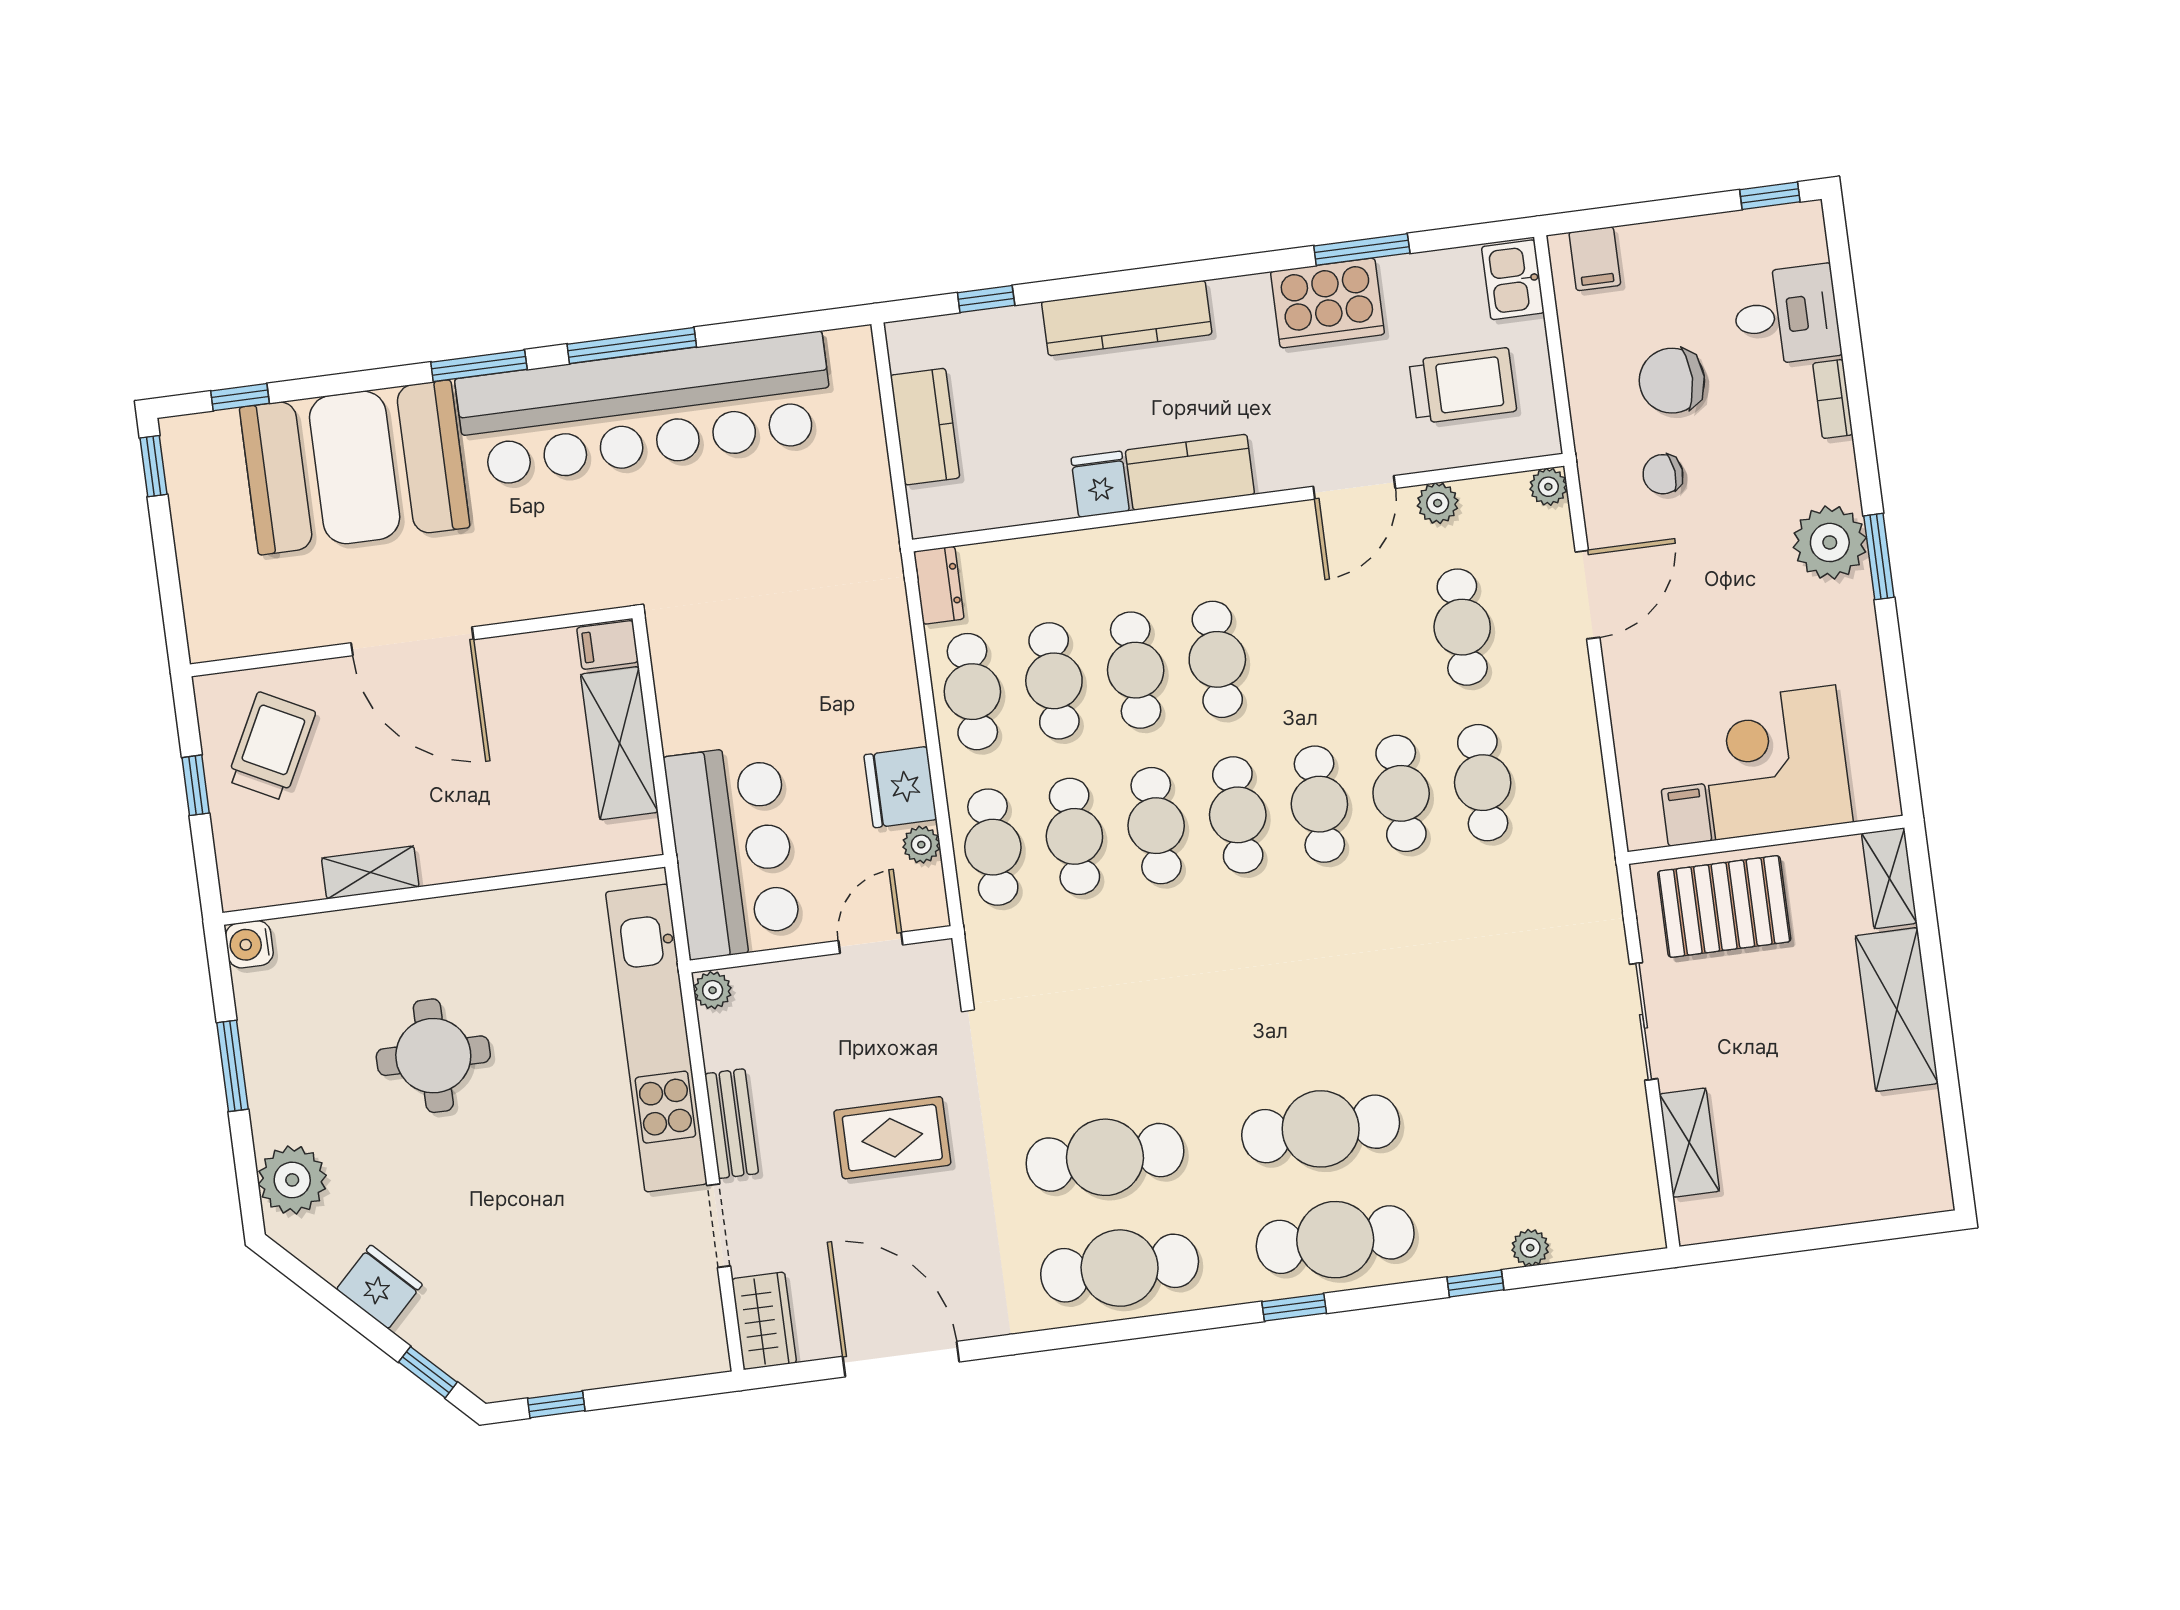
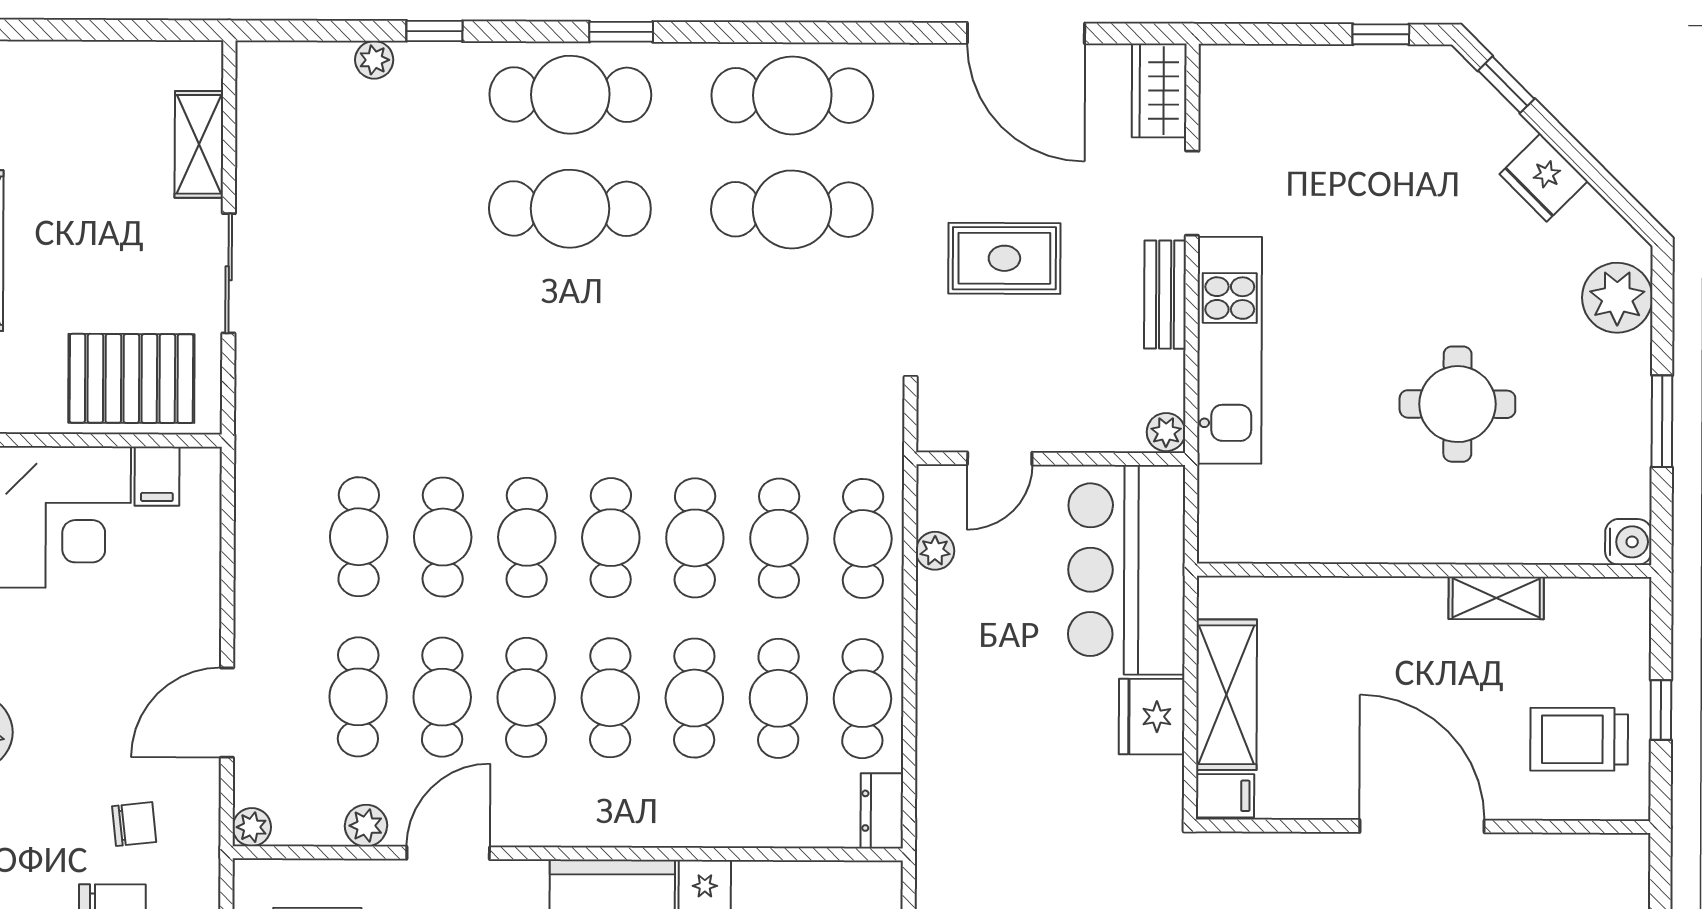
cafe table: (1381, 638) -> (442, 697), added
cafe table: (1299, 649) -> (526, 697), added
trolley: (271, 746) -> (1579, 739), turned 63
fridge: (900, 787) -> (1152, 717), moved, turned 180
kitchen unit: (656, 1038) -> (1230, 350), width x0.73

